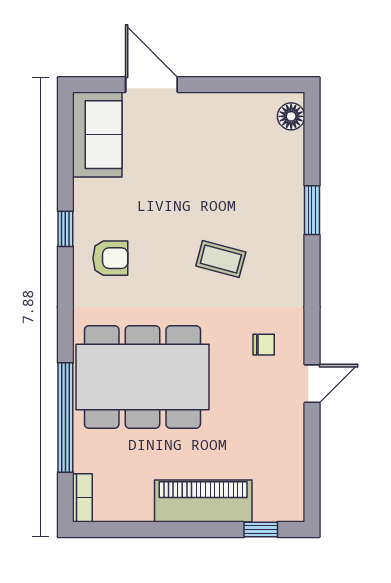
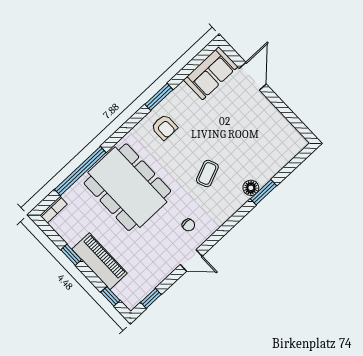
floor lamp: (291, 116) -> (251, 188), moved
window: (65, 229) -> (159, 97), width x1.50
coffee table: (221, 259) -> (207, 173), turned 53
window: (312, 481) -> (151, 298), added
window: (161, 530) -> (71, 255), added

